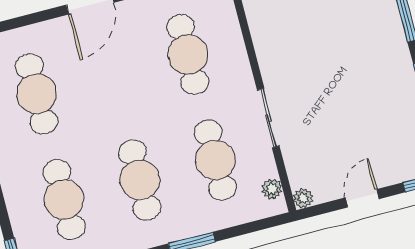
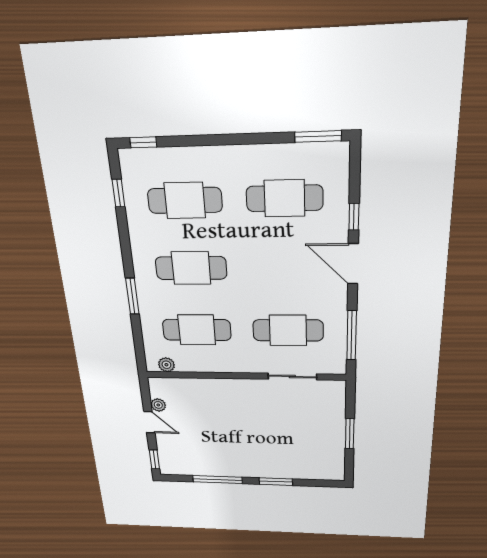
window: (39, 17) -> (354, 217), added
sliding door: (268, 118) -> (292, 377), moved
plant: (303, 198) -> (158, 405), moved

